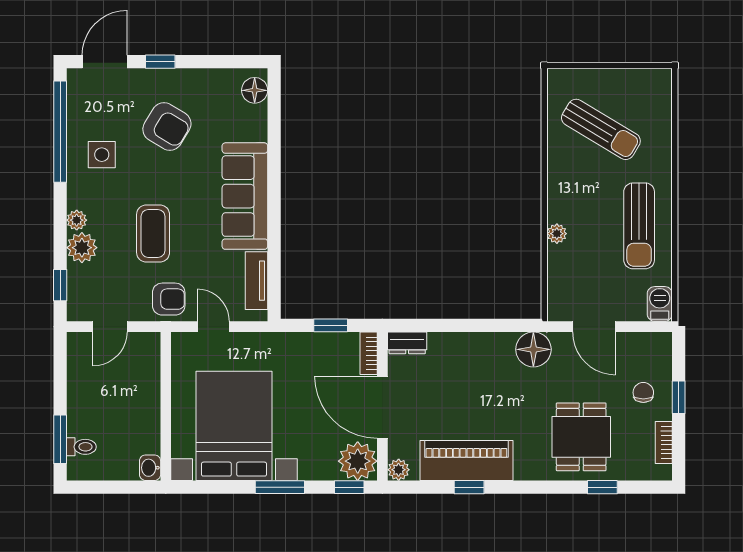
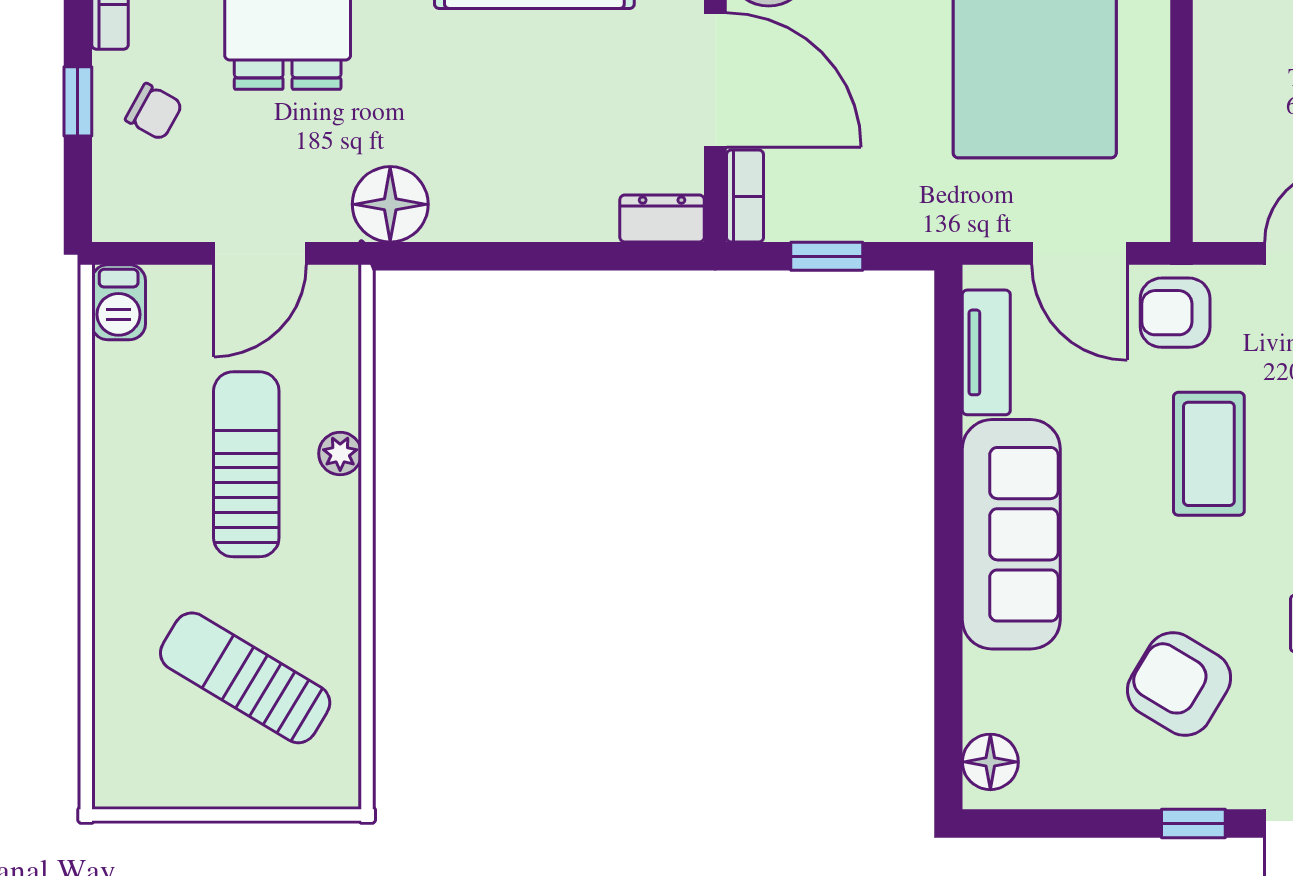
sun lounger: (639, 226) -> (246, 464), moved
door: (213, 327) -> (1079, 253), width x1.38
door: (594, 327) -> (260, 253), swing flipped
chair: (643, 392) -> (154, 112), turned -61

